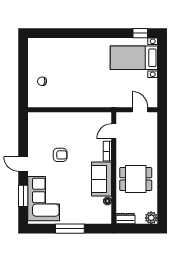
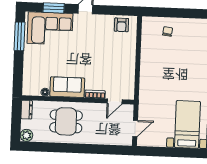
door: (114, 131) -> (115, 101), swing flipped
armchair: (60, 155) -> (121, 25), moved
dining table: (136, 179) -> (66, 121), turned 90
window: (70, 229) -> (20, 36), moved

